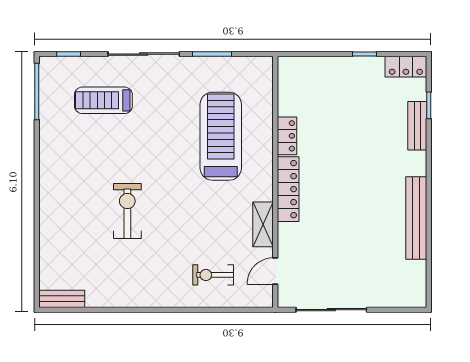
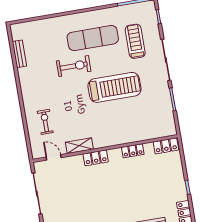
locker: (288, 79) -> (166, 146), added
treadmill: (221, 136) -> (114, 87), moved
exercise mat: (86, 171) -> (93, 38), added
locker: (288, 189) -> (96, 158), width x0.66
bench: (62, 299) -> (19, 54), moved

